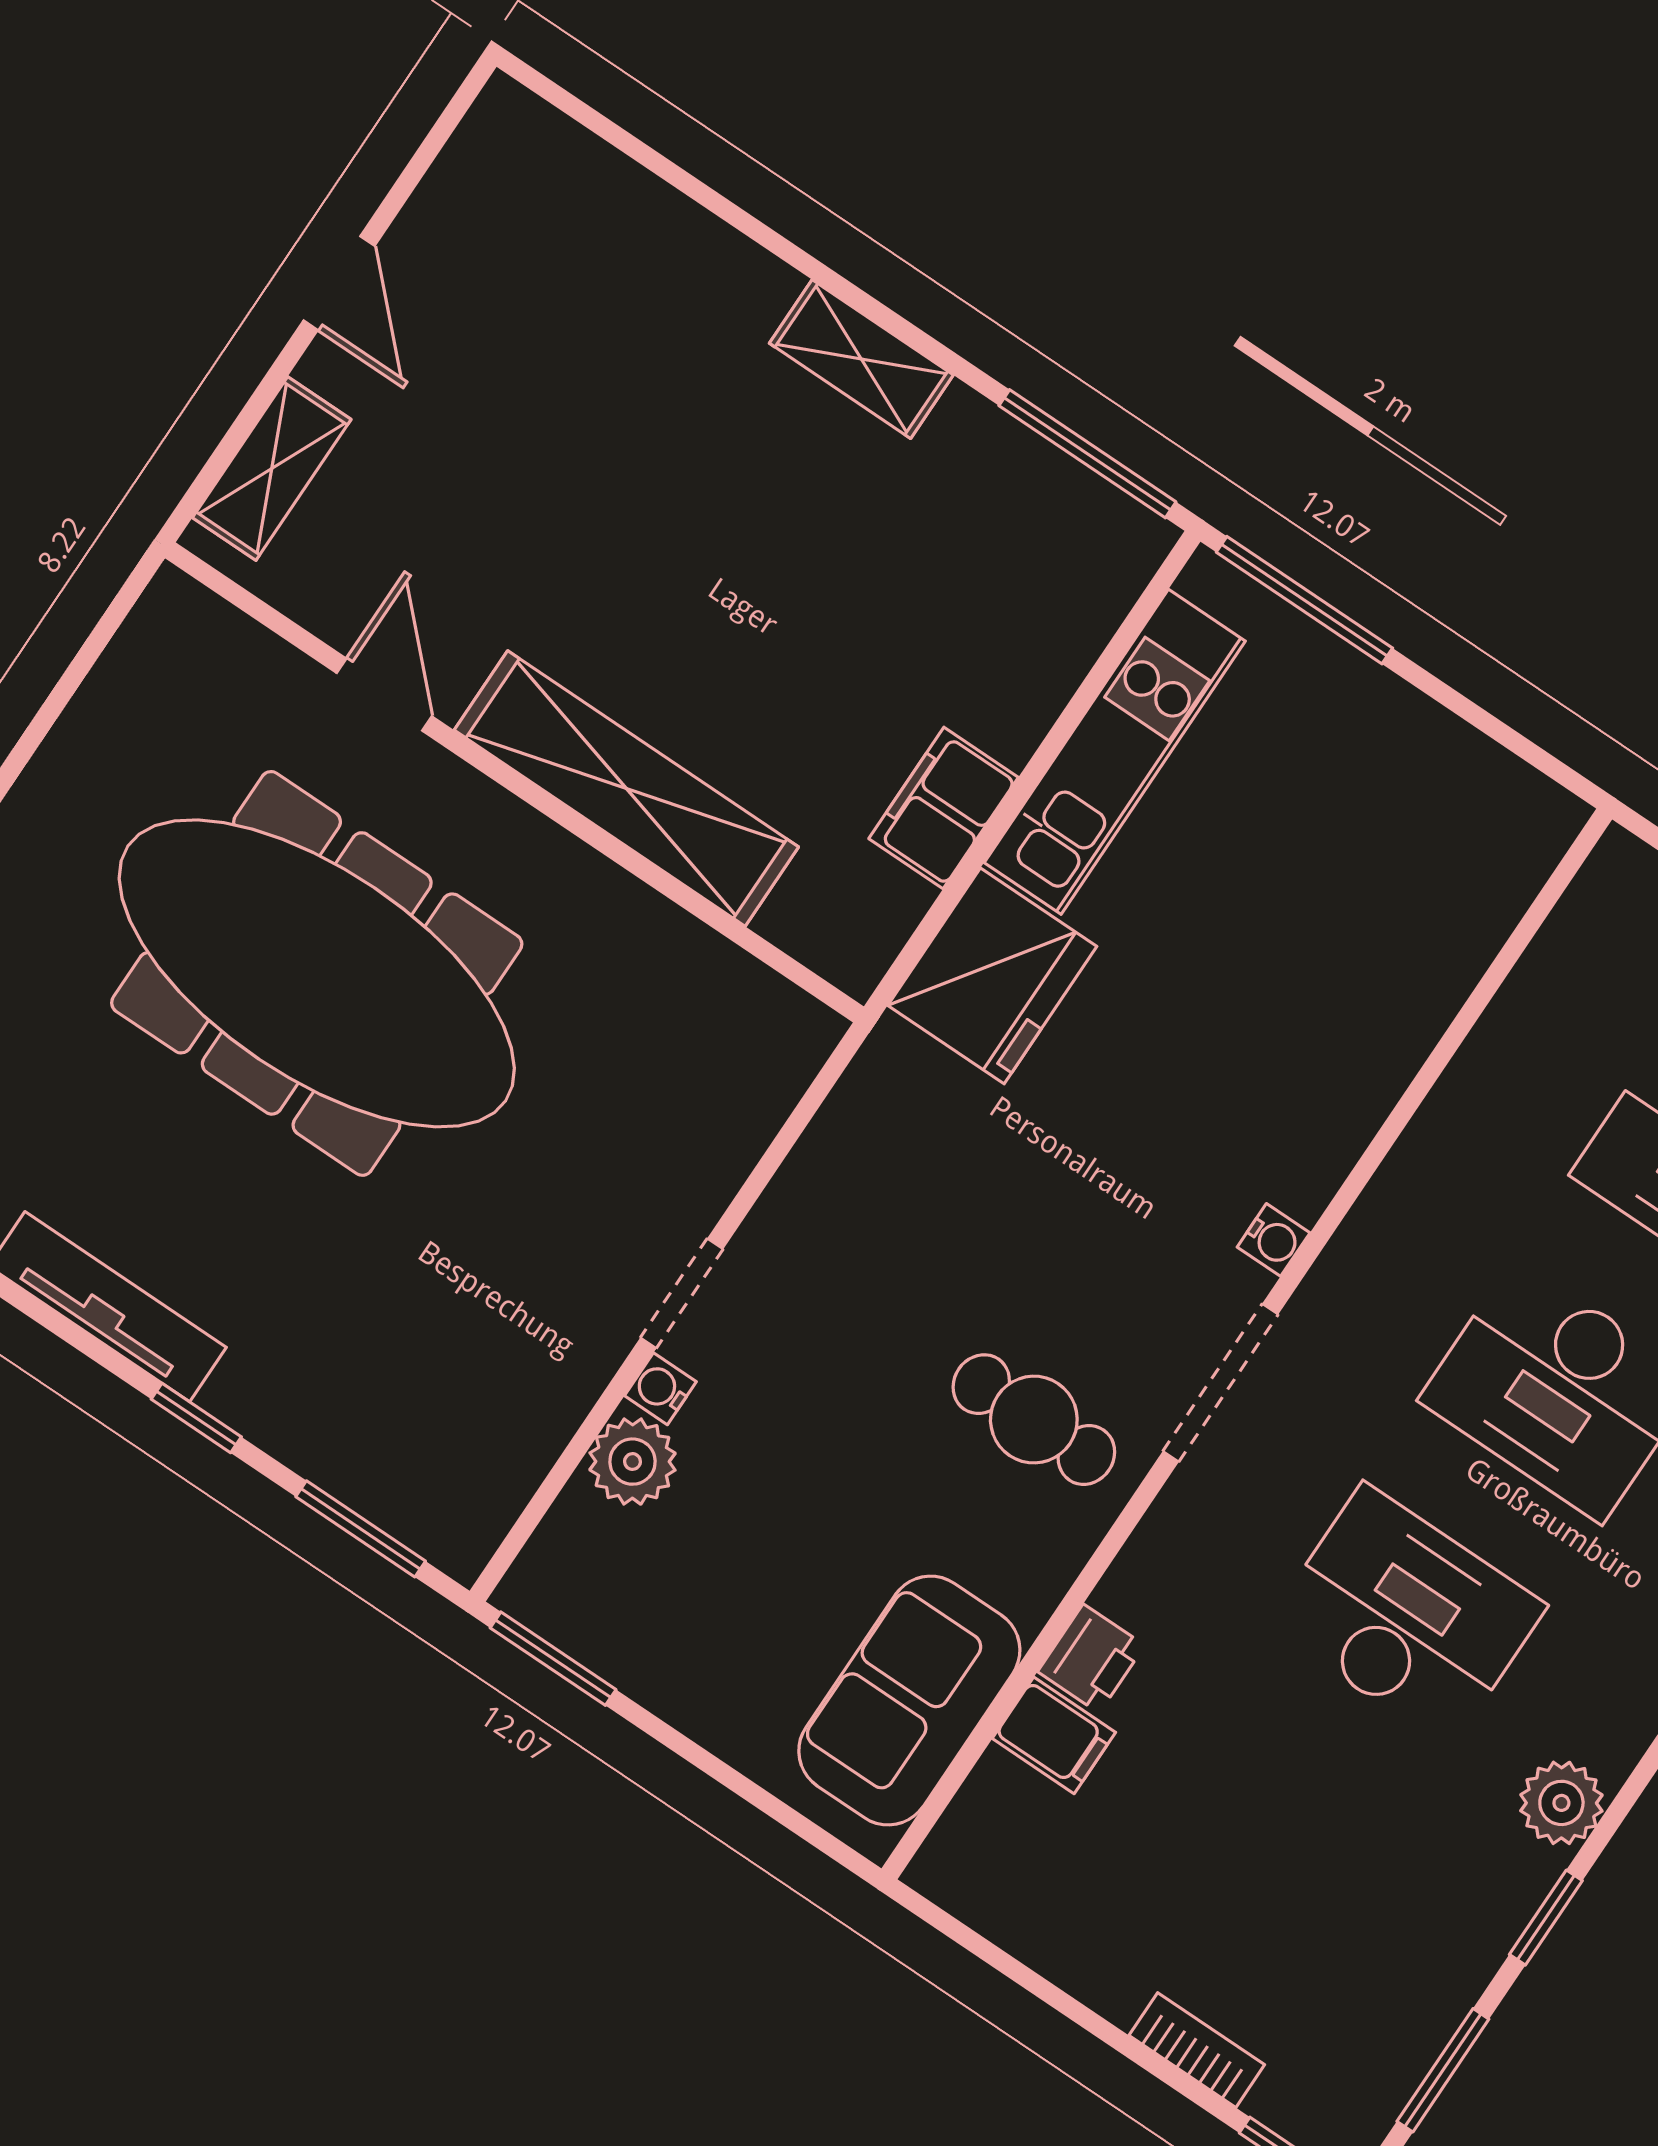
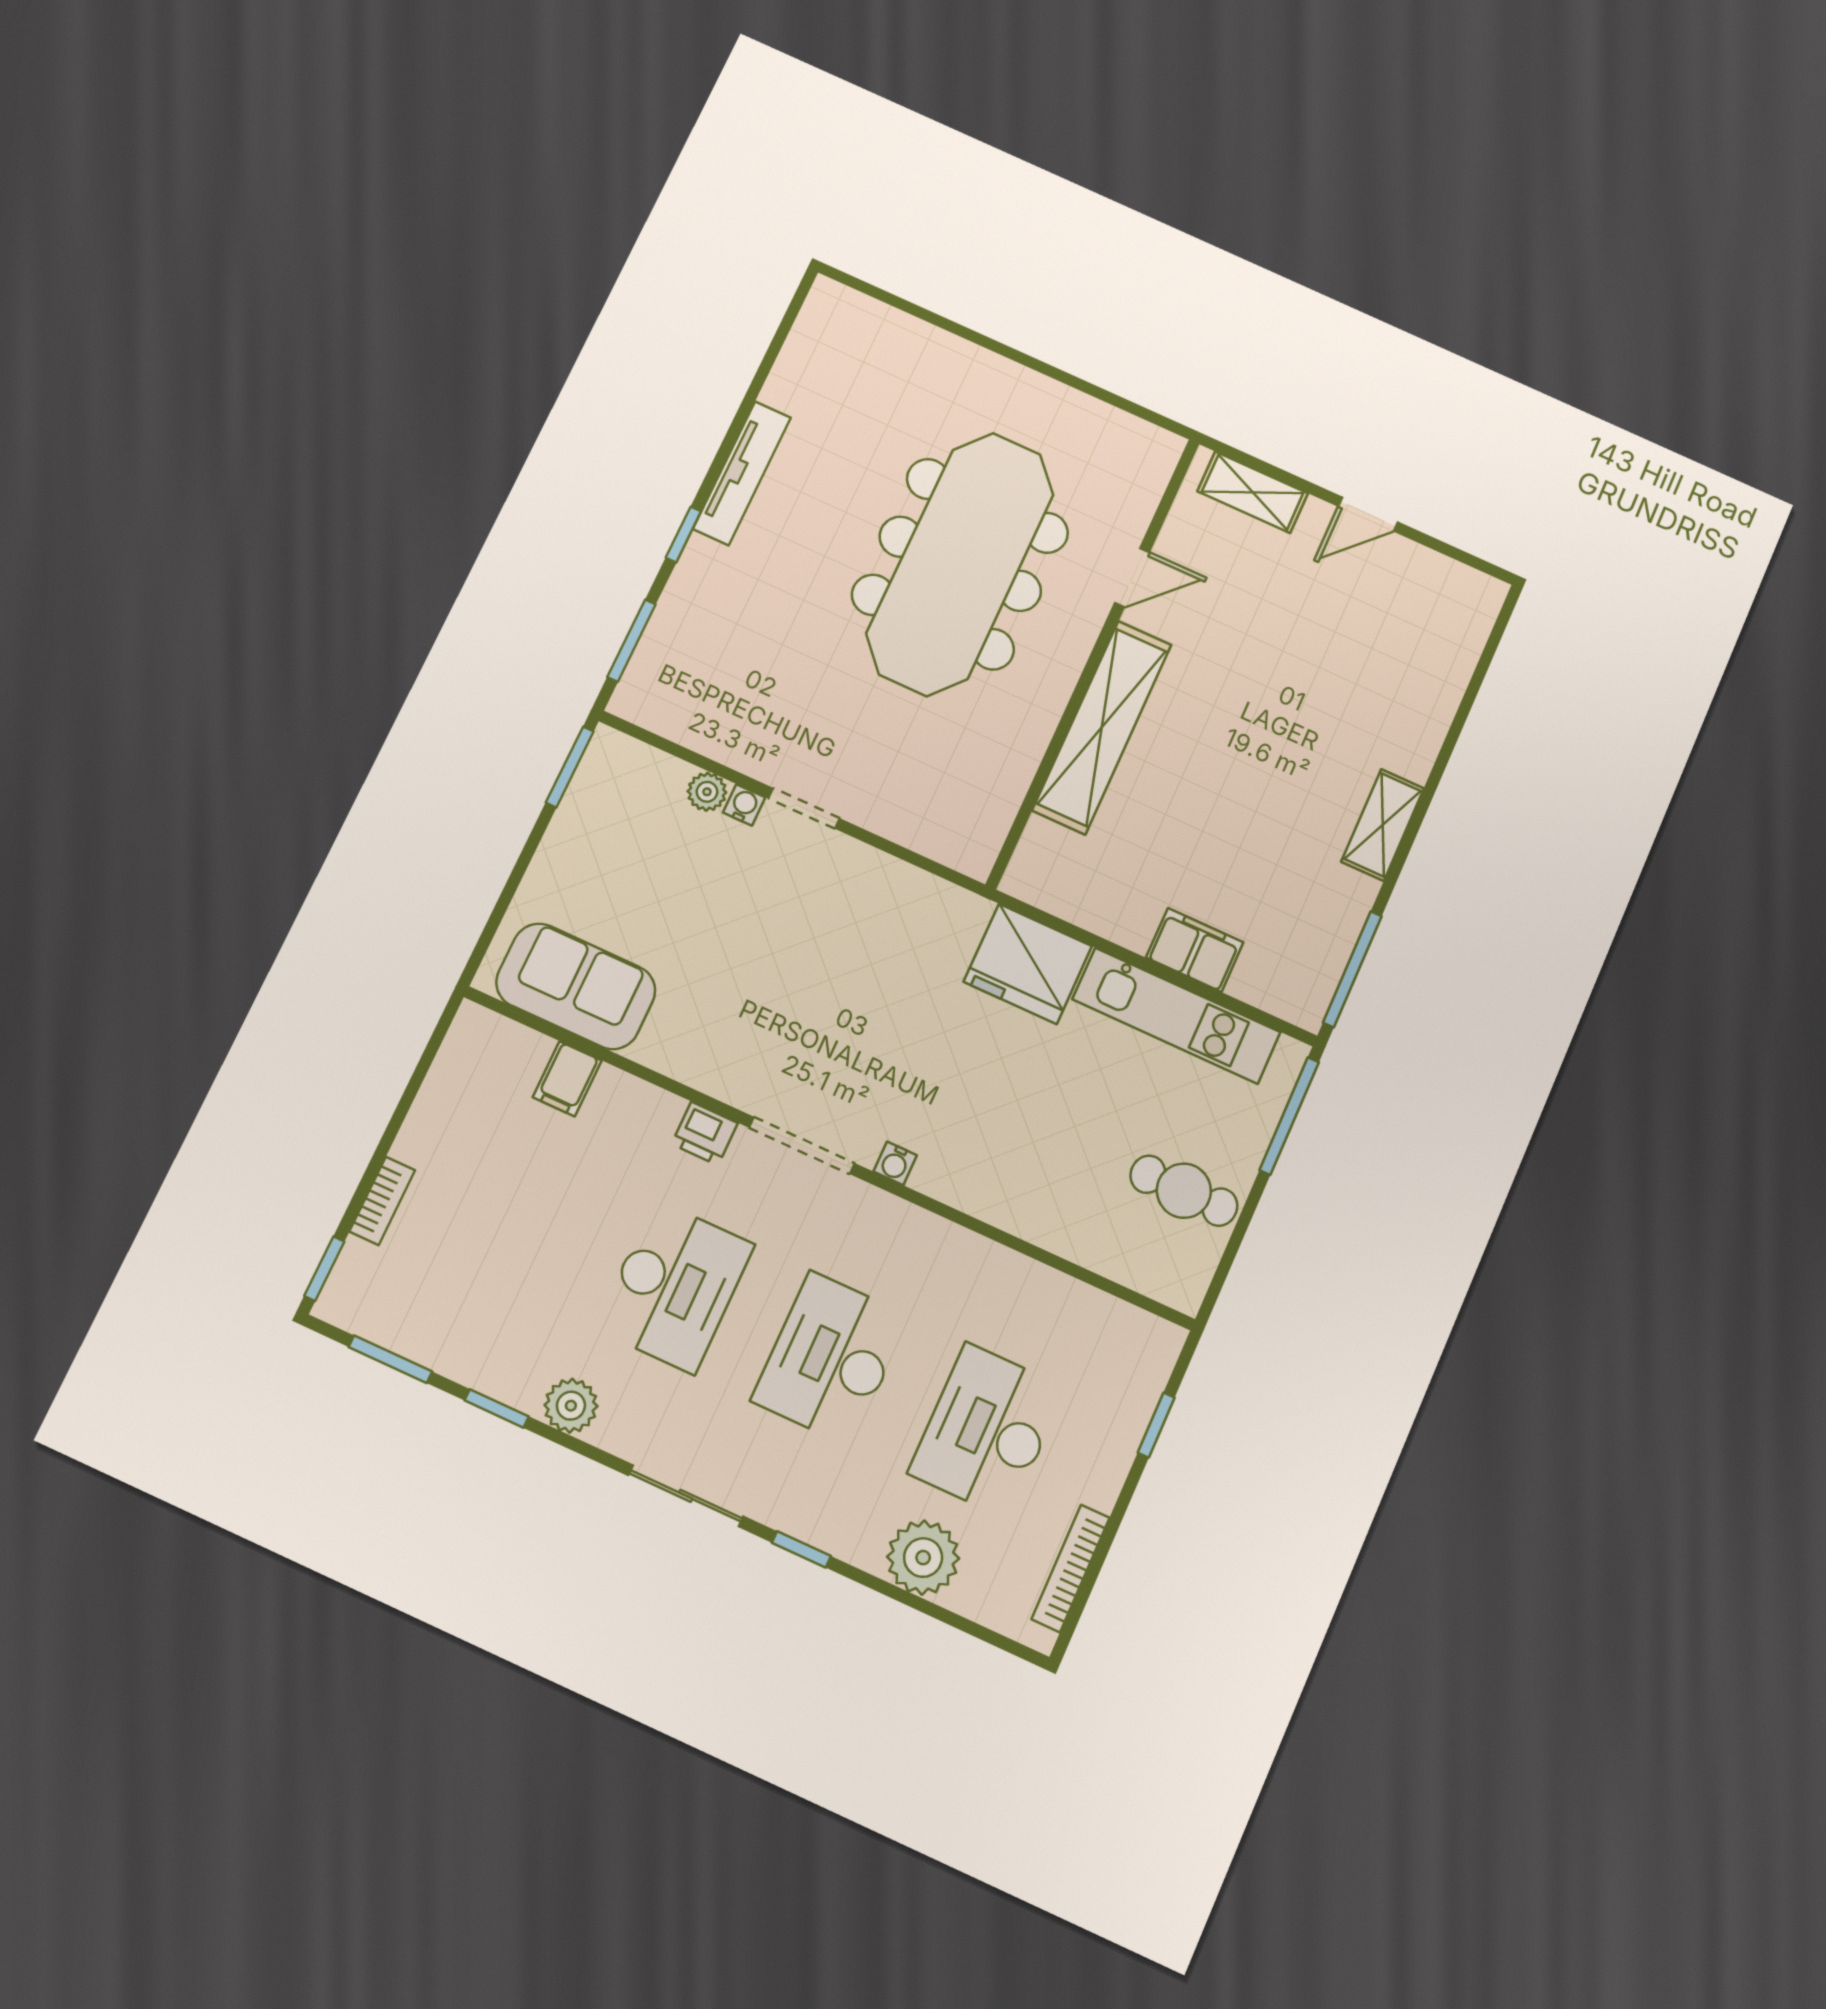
filing cabinet: (943, 808) -> (1195, 950), moved
cafe table: (1034, 1420) -> (1184, 1191), moved, turned 90
plant: (633, 1462) -> (707, 792), width x0.73, depth x0.73
printer: (1091, 1659) -> (705, 1133), moved

